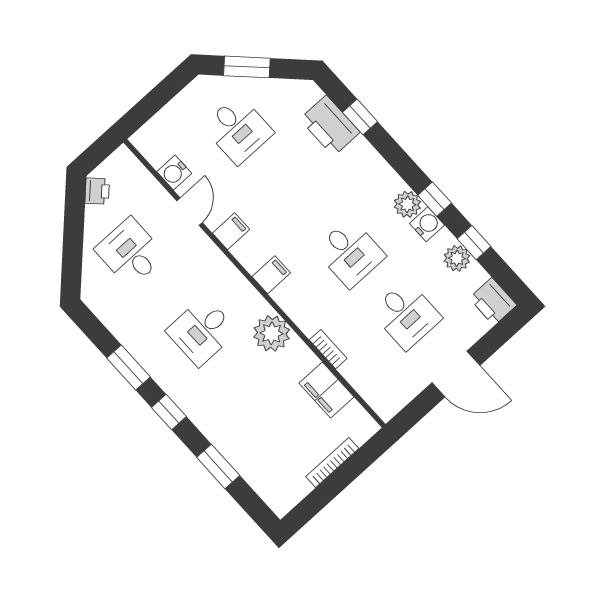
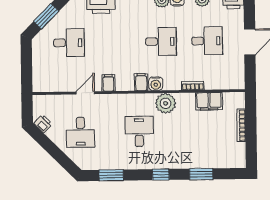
water cooler: (174, 173) -> (156, 84), moved
door: (190, 212) -> (85, 93), hinge flipped
desk: (130, 252) -> (80, 132), turned -90
desk: (202, 331) -> (139, 131), turned 180
window: (128, 368) -> (111, 175), moved

